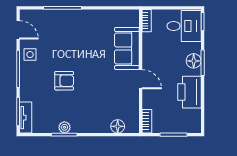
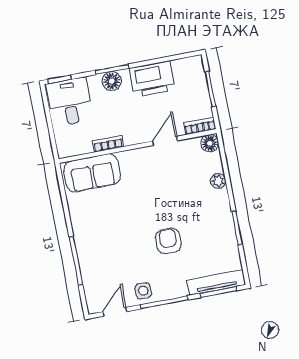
bookcase: (147, 21) -> (108, 144), moved
sofa: (127, 48) -> (92, 173), moved
door: (141, 79) -> (165, 141), moved
tv unit: (26, 118) -> (216, 283), width x1.41
floor lamp: (118, 126) -> (210, 143), moved
plant: (64, 127) -> (218, 181), moved

